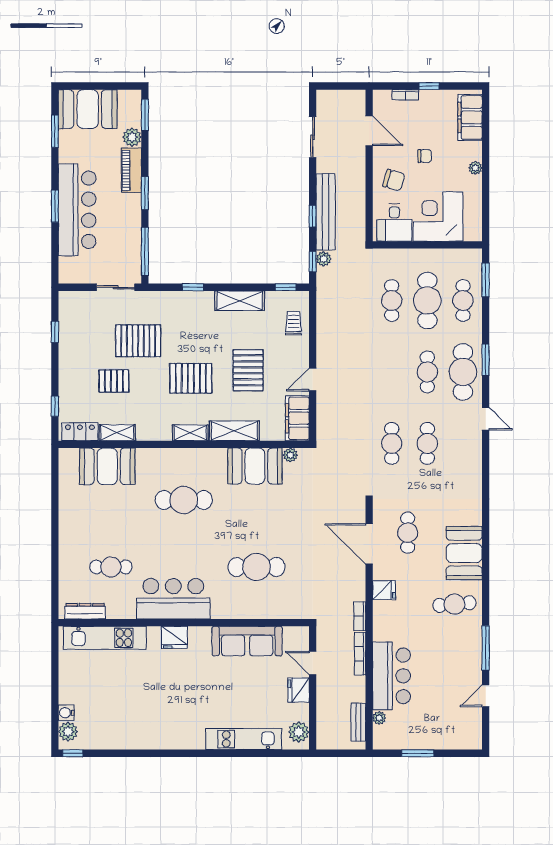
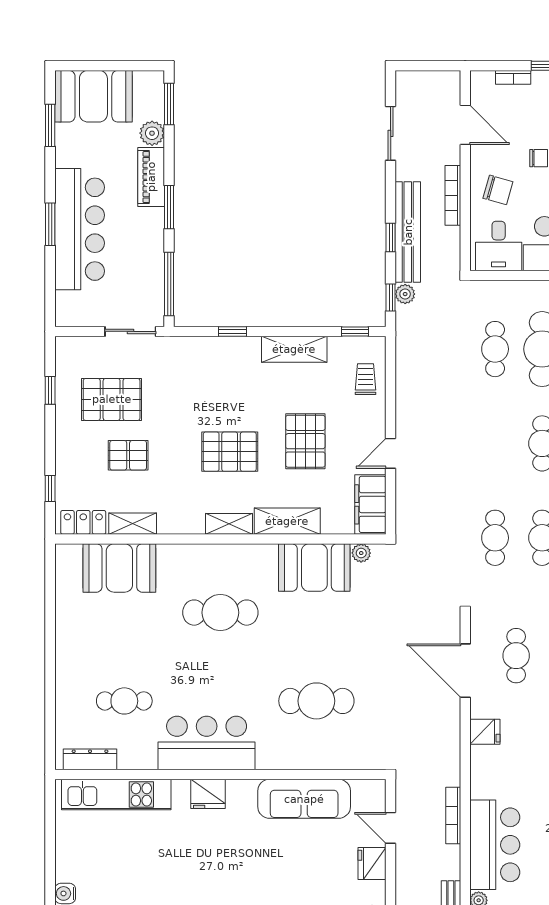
pallet: (138, 341) -> (112, 399), moved
bookcase: (360, 616) -> (453, 195), moved, width x1.56

